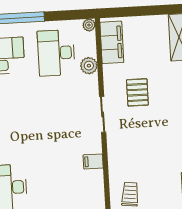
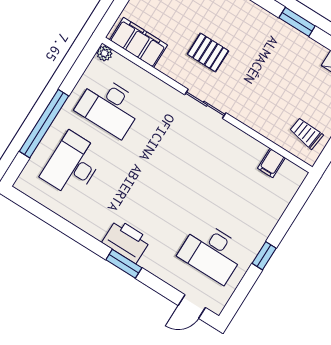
plant: (89, 66) -> (146, 83), removed
filing cabinet: (93, 161) -> (271, 163), moved

